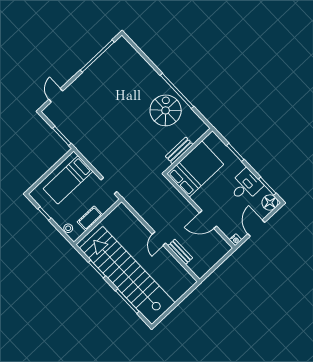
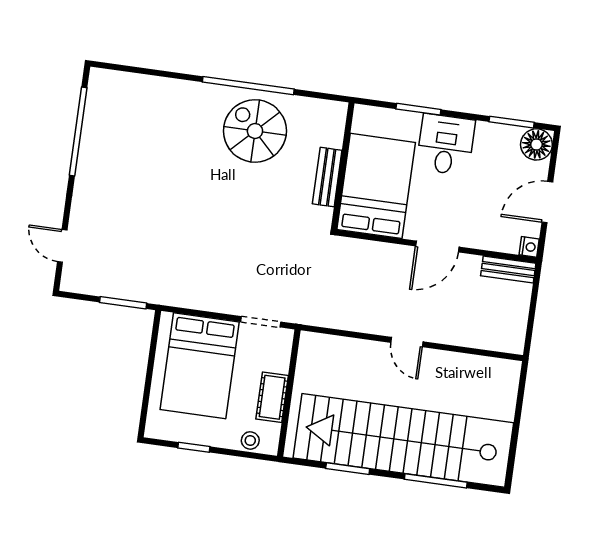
bed: (68, 180) -> (200, 366), width x1.50
desk: (245, 186) -> (446, 145), moved
door: (208, 219) -> (437, 247), moved
door: (256, 228) -> (547, 202), hinge flipped
bench: (180, 252) -> (508, 270), moved

